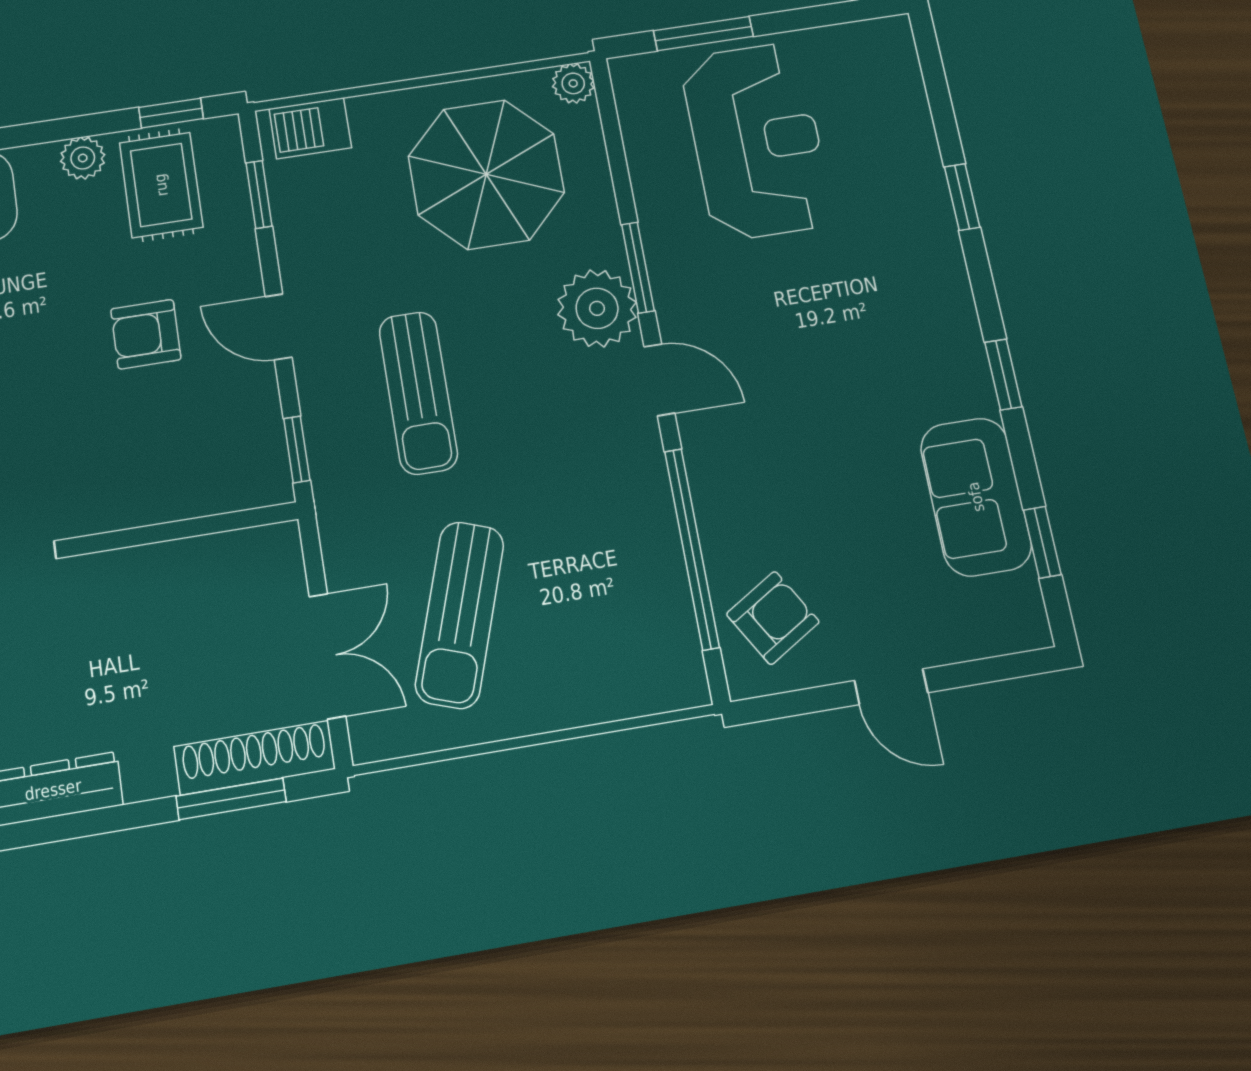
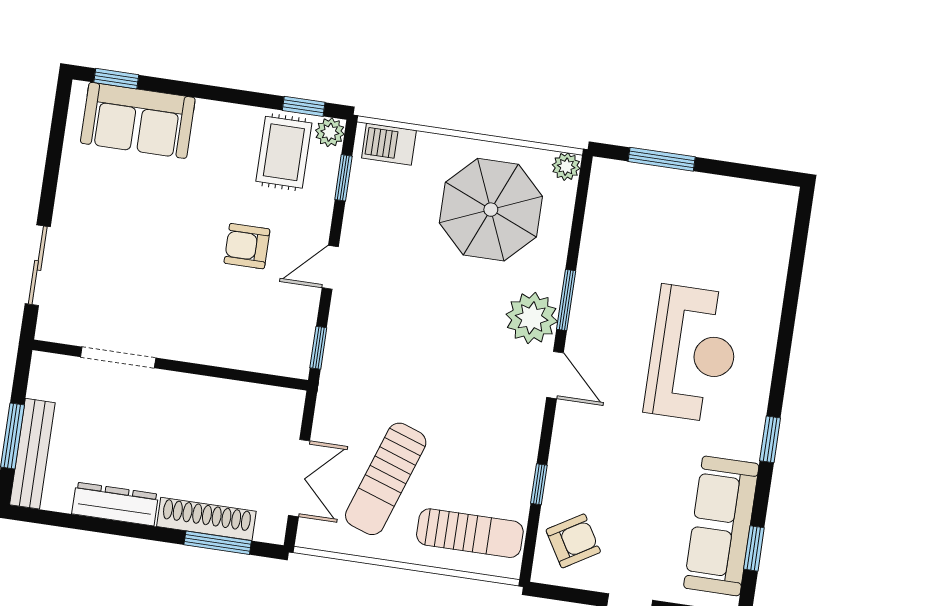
reception desk: (757, 141) -> (693, 354), moved
plant: (83, 158) -> (330, 132), moved
window: (962, 197) -> (788, 319), removed
door: (279, 327) -> (330, 267), hinge flipped
sun lounger: (418, 393) -> (470, 533), moved, turned -90
sofa: (976, 497) -> (721, 526), width x1.36
window: (692, 549) -> (539, 484), width x0.32
shoe rack: (255, 758) -> (206, 519), moved

